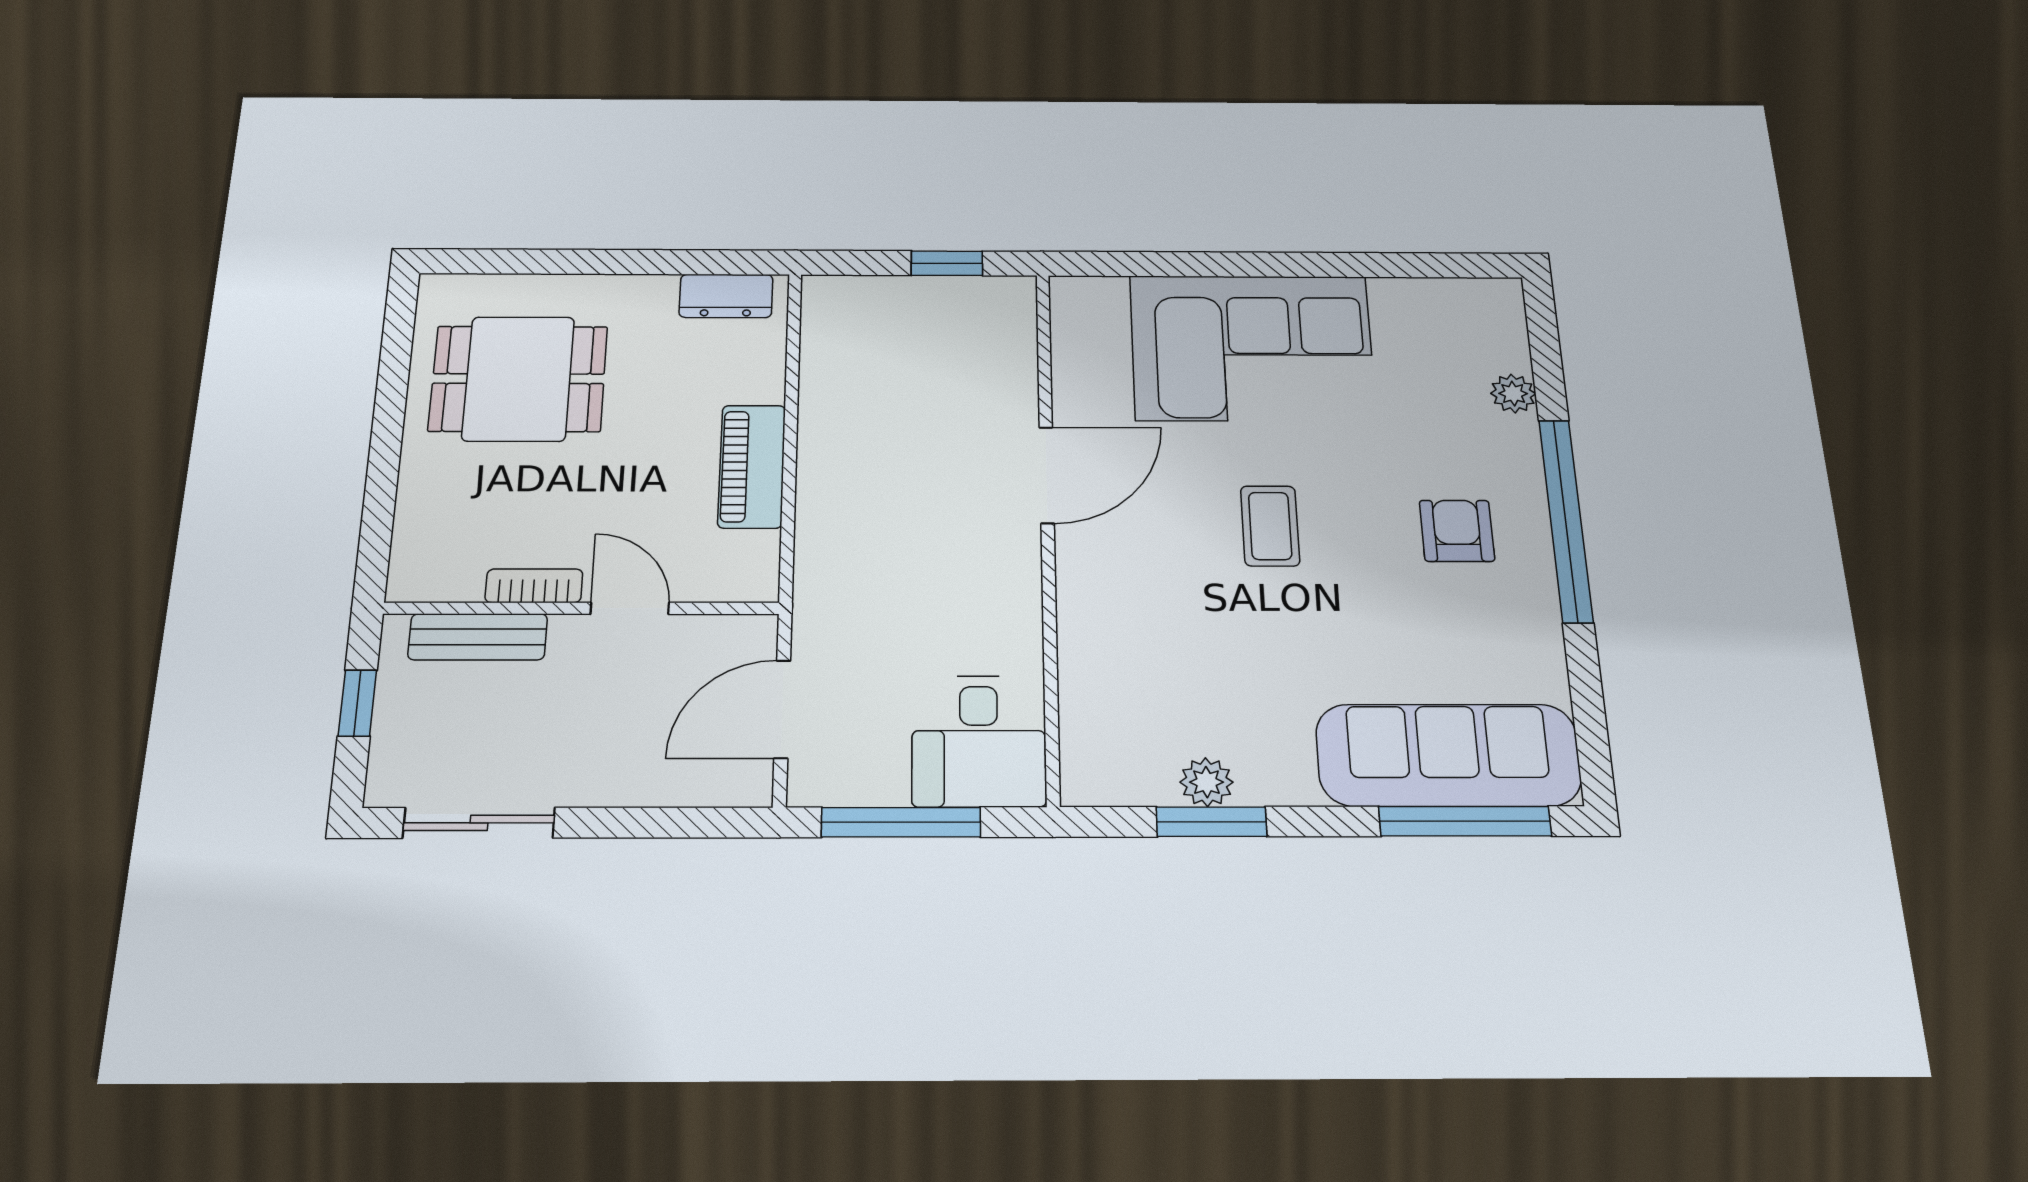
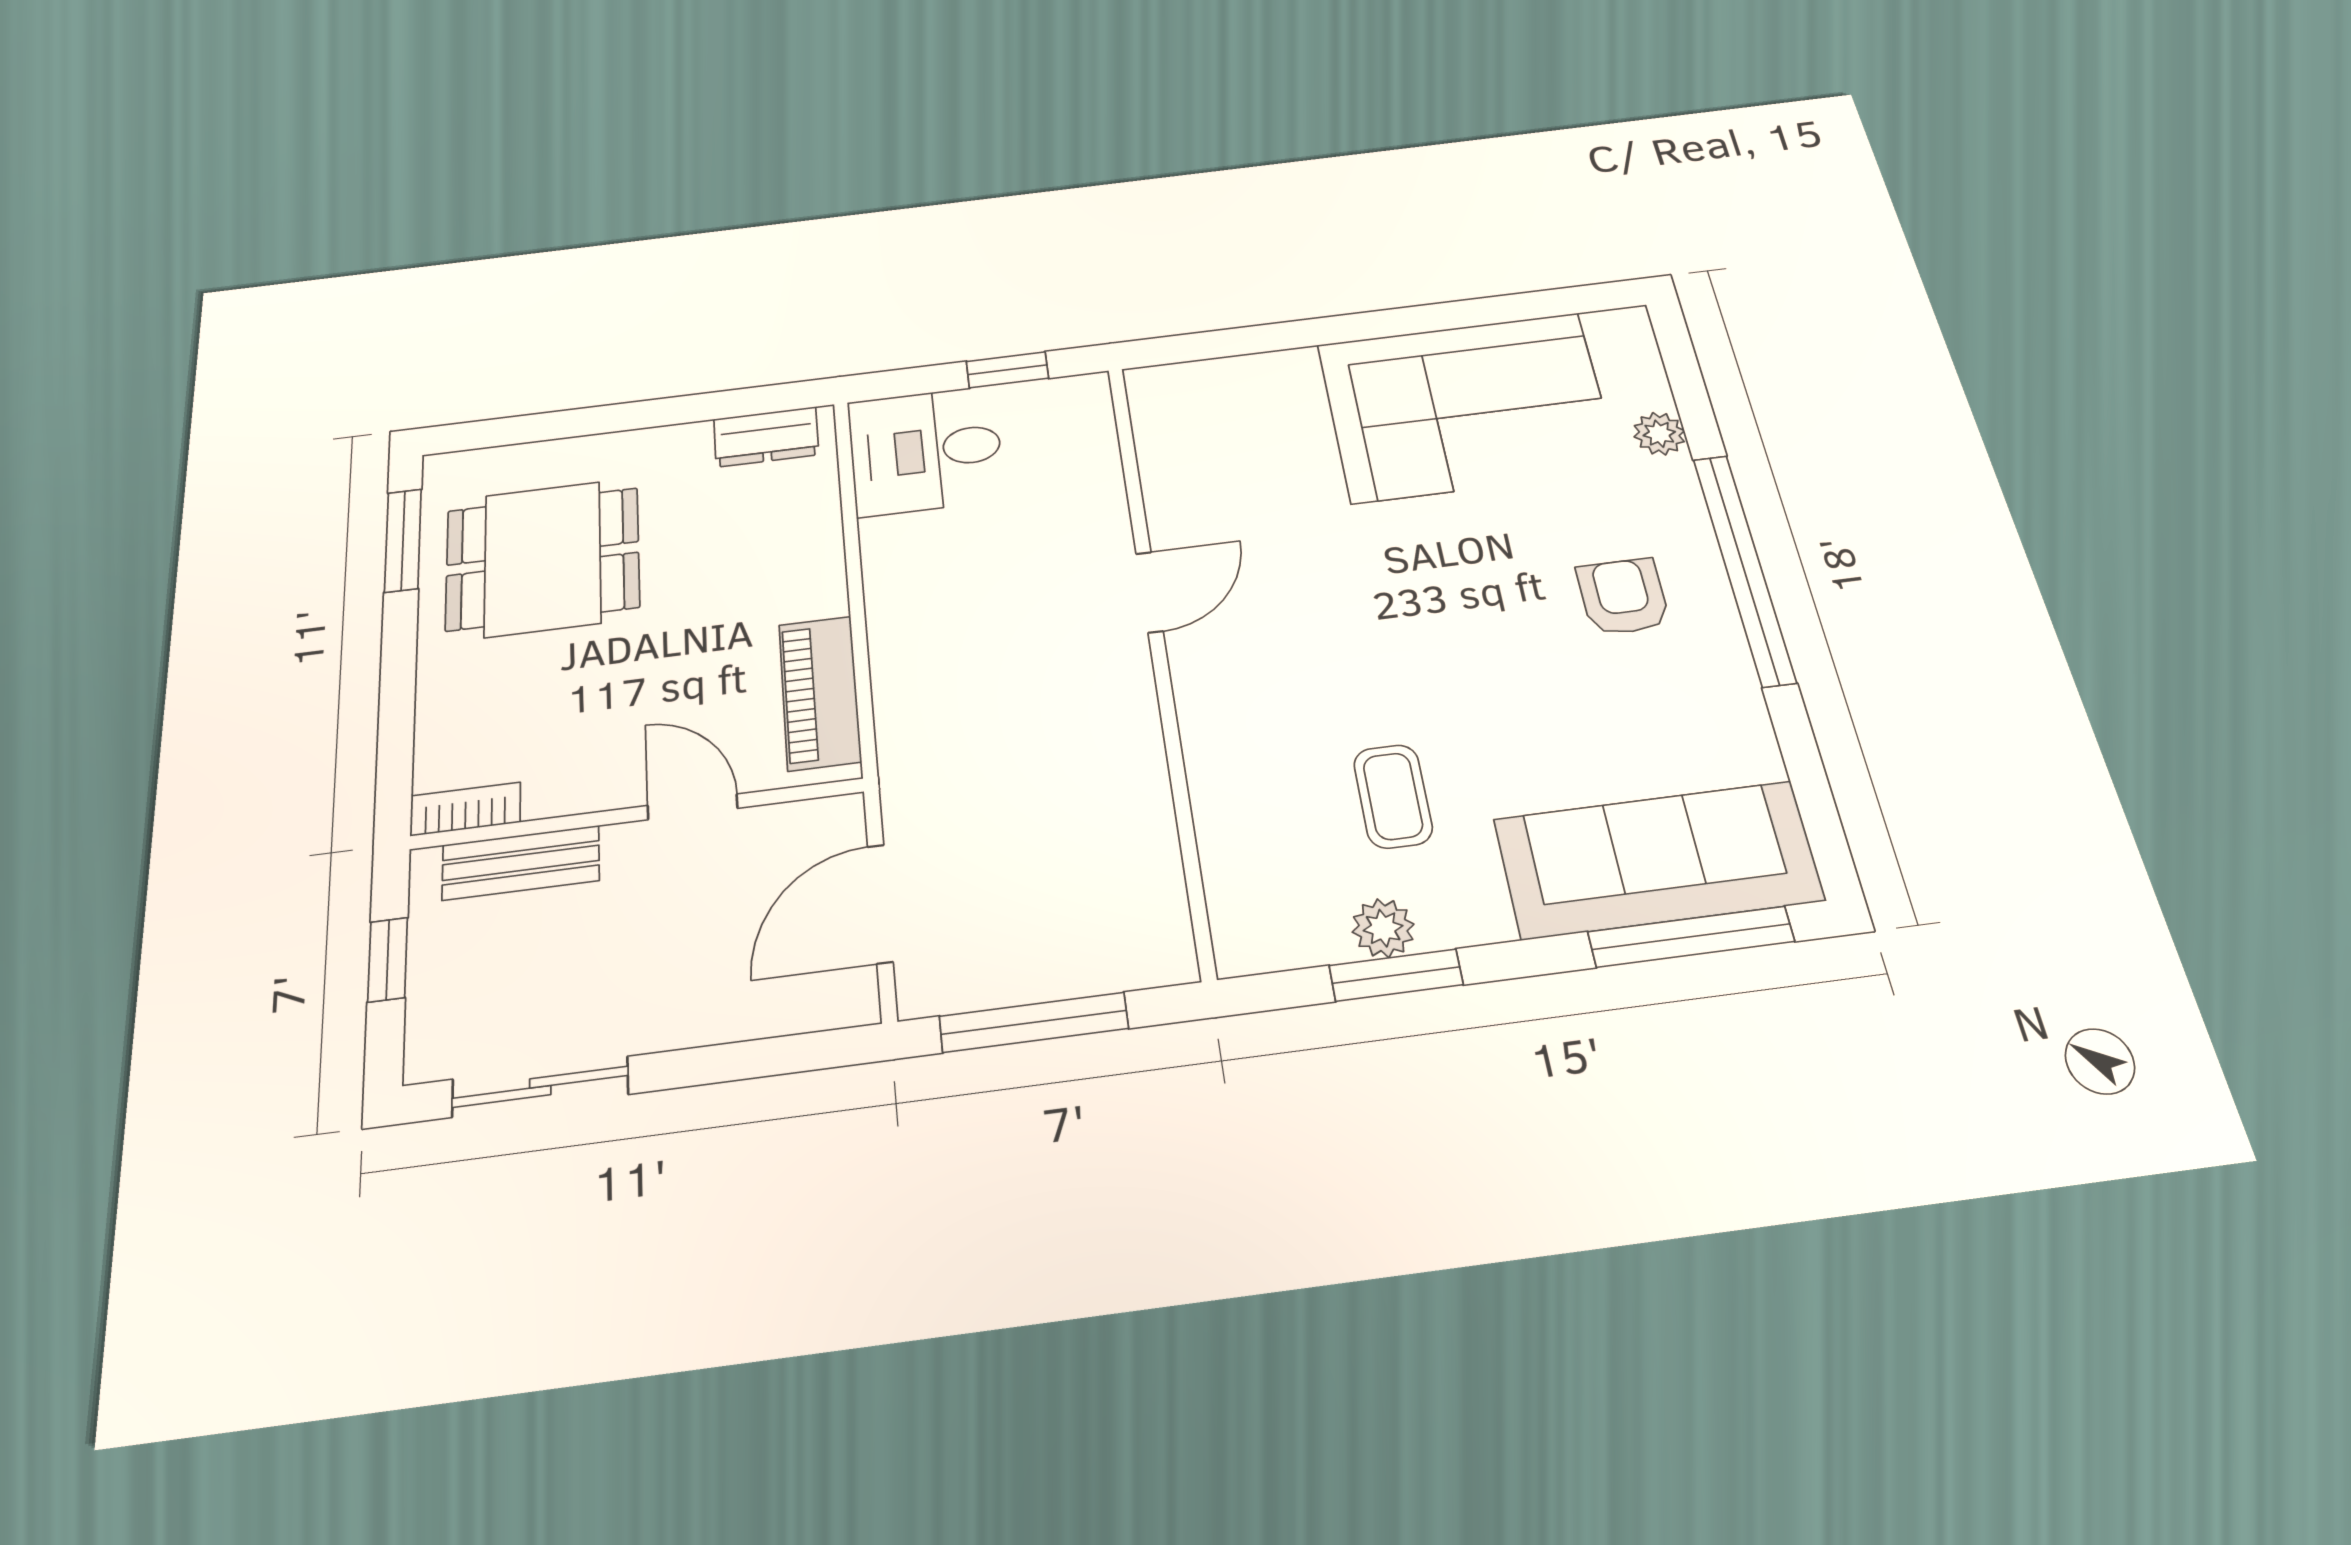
window: (396, 347) -> (403, 540), added
corner sofa: (1252, 348) -> (1467, 407), moved
piano: (752, 466) -> (820, 693), moved
door: (1047, 475) -> (1149, 592), width x0.73
coffee table: (1270, 526) -> (1393, 796), moved
bookcase: (534, 586) -> (465, 809), moved
desk: (979, 741) -> (926, 451), moved, turned 90

